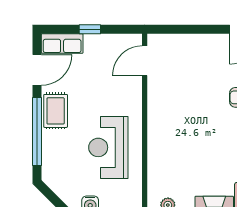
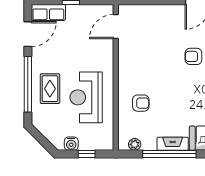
rug: (56, 111) -> (50, 89), moved
armchair: (175, 154) -> (141, 103), added

